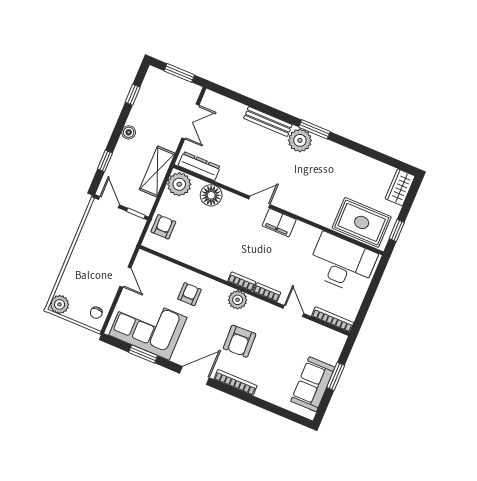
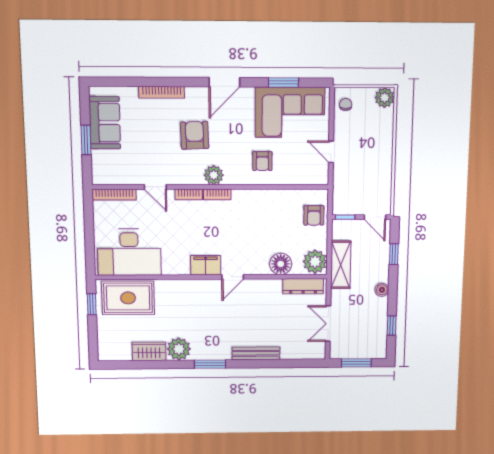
plant: (300, 140) -> (179, 349), moved
wardrobe: (400, 187) -> (149, 351), moved, turned -90
bookcase: (235, 382) -> (162, 92), moved

